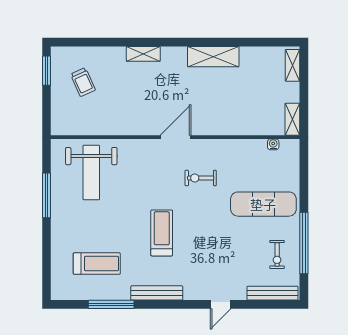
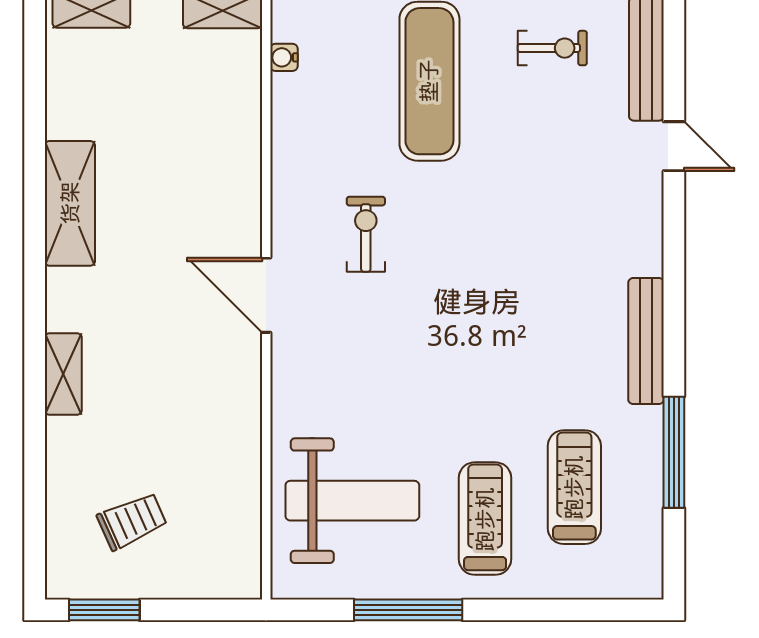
exercise bike: (201, 178) -> (366, 234), turned 180
treadmill: (162, 233) -> (485, 519), moved, turned 90
door: (221, 304) -> (674, 146), moved

